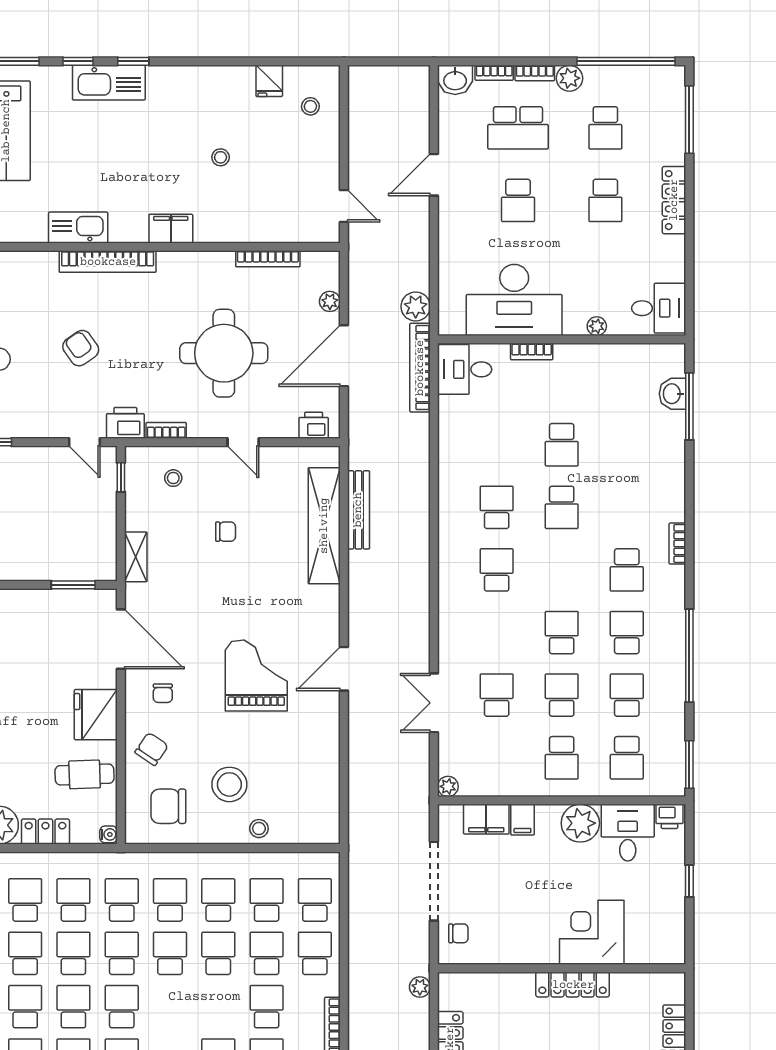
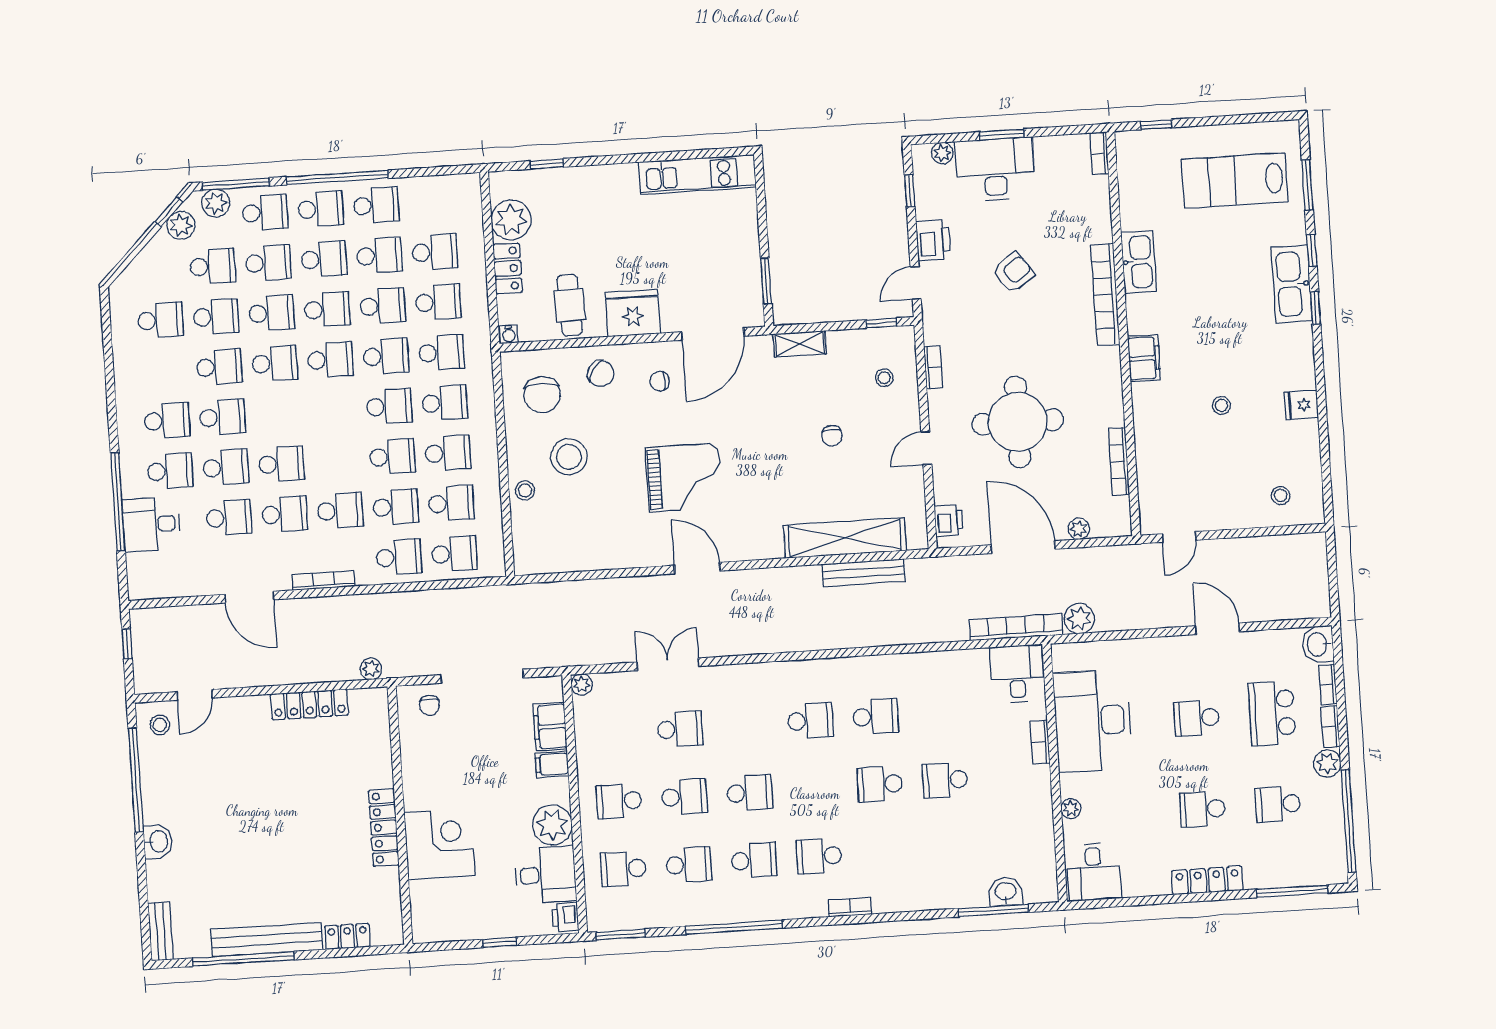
fridge: (269, 81) -> (1301, 405), moved
printer: (125, 423) -> (933, 240), moved
chair: (168, 806) -> (542, 395), turned 180

